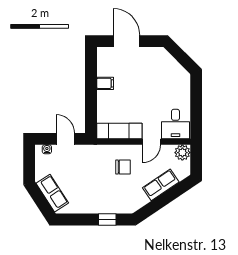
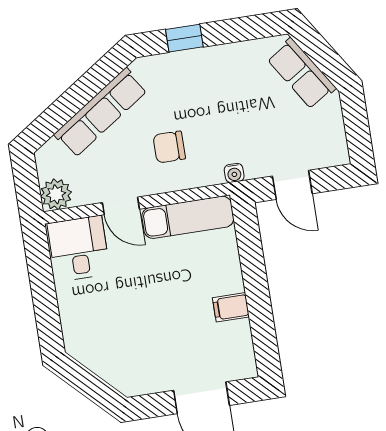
door: (151, 142) -> (121, 206), swing flipped
water cooler: (47, 149) -> (234, 173), moved
row of seats: (161, 185) -> (101, 112), width x1.48

